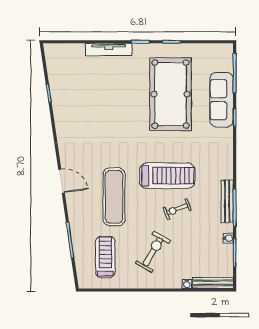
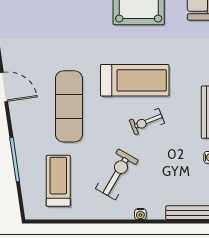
water cooler: (187, 284) -> (140, 214), moved

